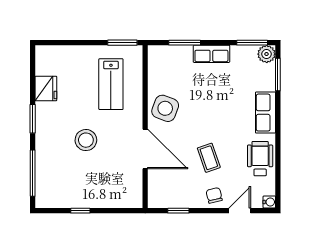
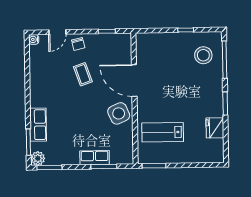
row of seats: (211, 54) -> (95, 158), moved
lab bench: (111, 84) -> (163, 132), turned -90
side table: (165, 108) -> (119, 113), turned 45
row of seats: (266, 113) -> (38, 125), moved
stool: (86, 140) -> (203, 55), moved
wheelchair: (260, 159) -> (42, 74), removed

